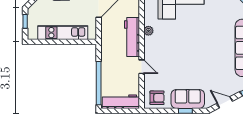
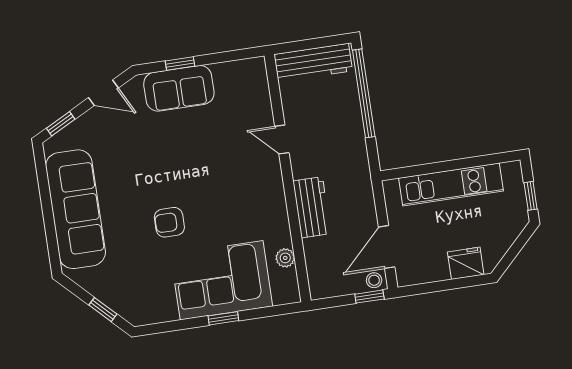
plant: (148, 31) -> (285, 258), moved
workbench: (132, 37) -> (312, 207), width x0.73
armchair: (157, 98) -> (169, 222), moved

